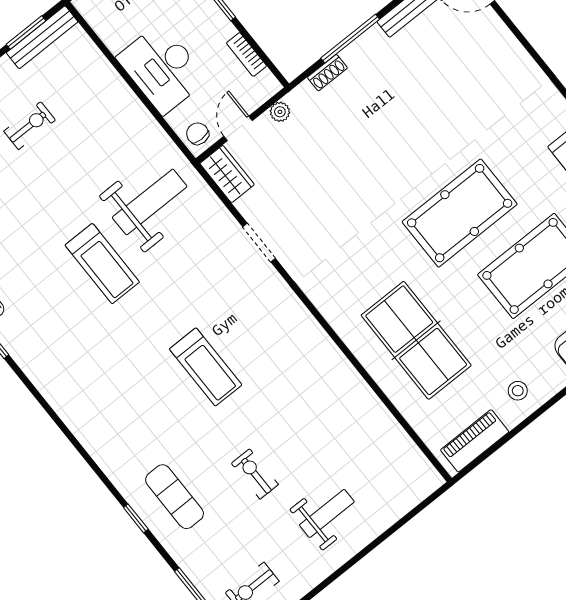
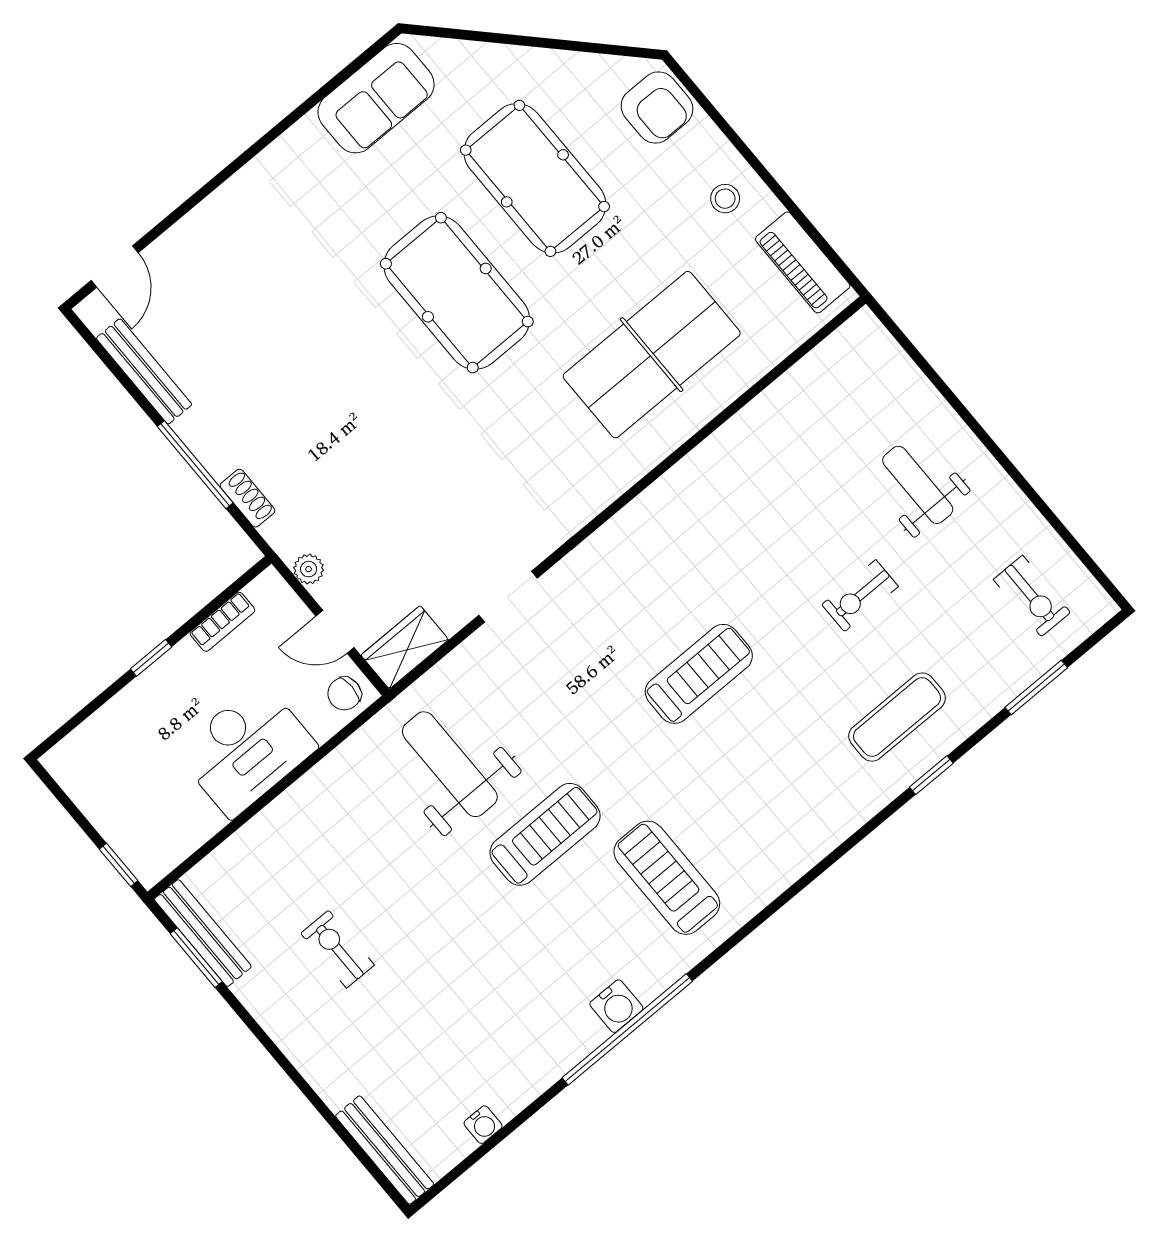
treadmill: (72, 343) -> (667, 878), added

